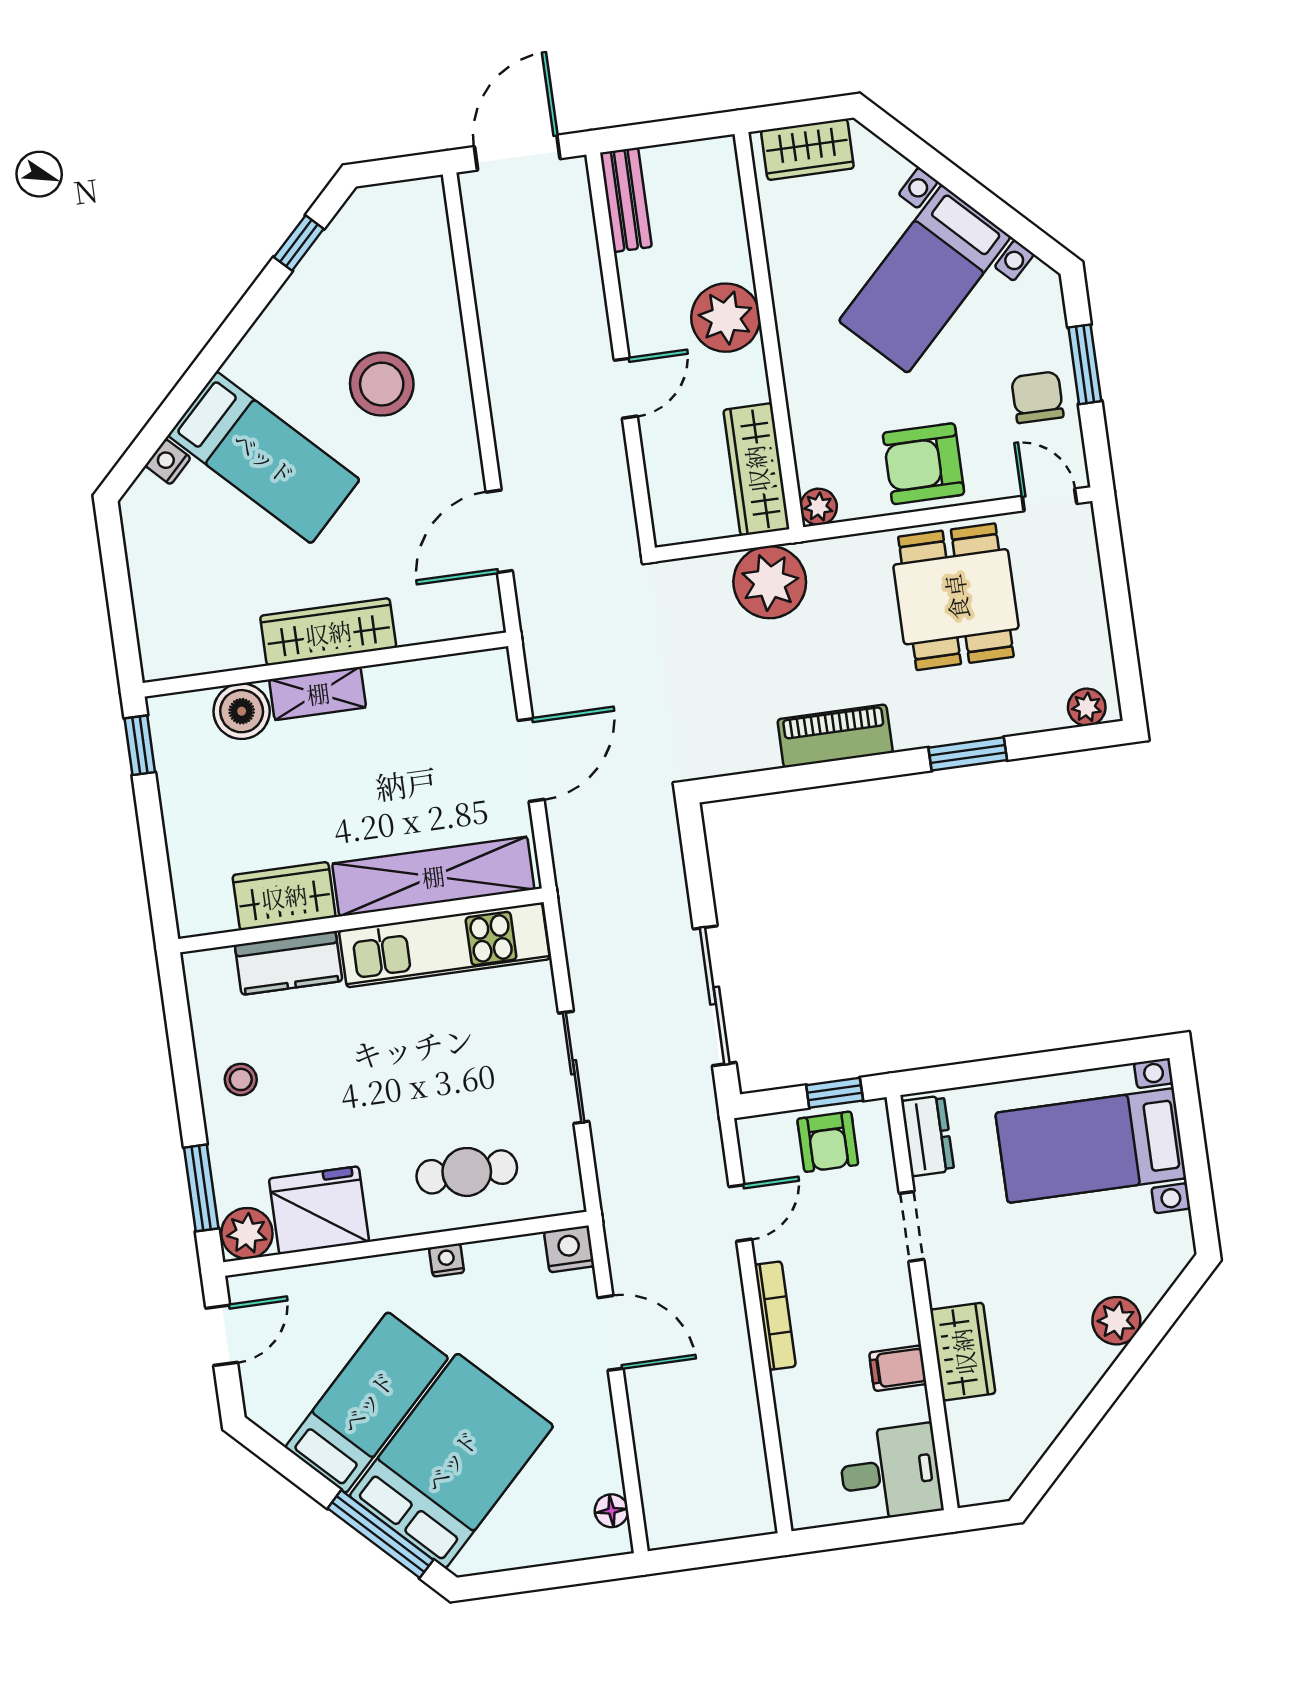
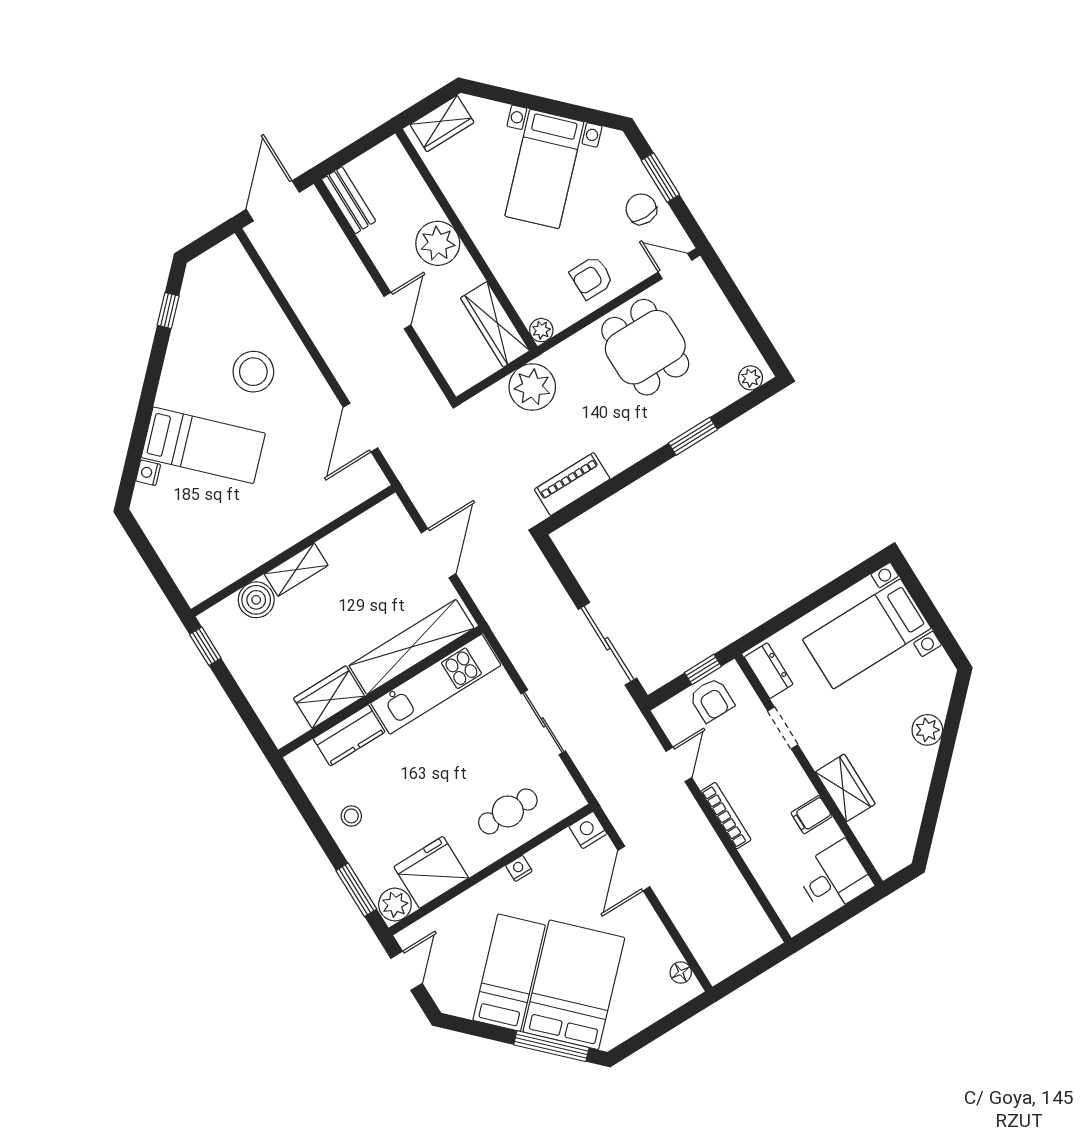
armchair: (923, 464) -> (592, 278), width x0.72, depth x0.72
wardrobe: (328, 632) -> (286, 531), removed
piano: (835, 736) -> (572, 484), moved
door: (610, 1333) -> (634, 869), swing flipped

